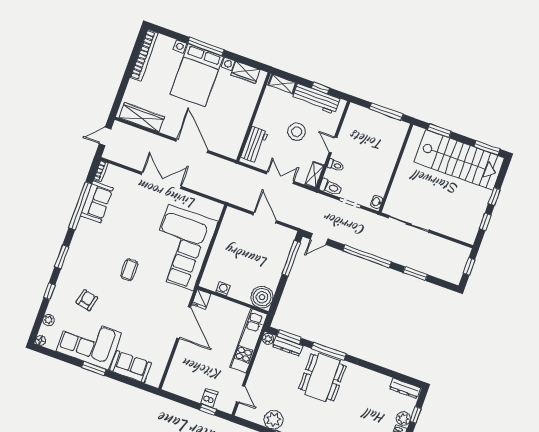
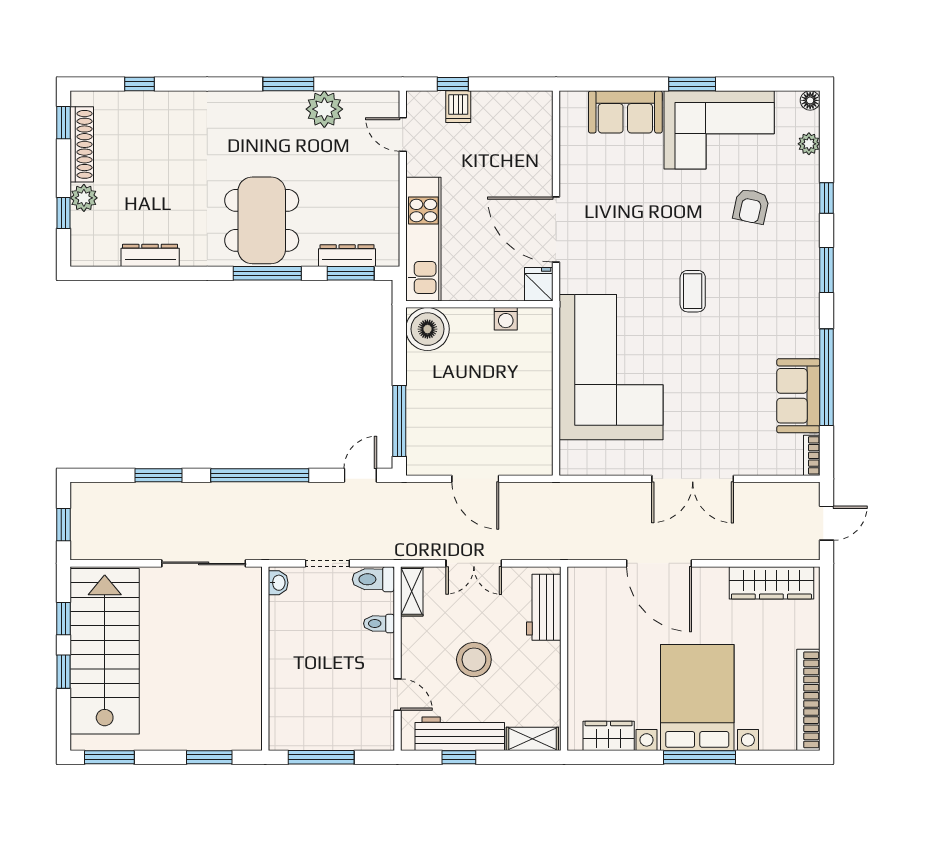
door: (333, 145) -> (397, 695), moved
stairs: (459, 160) -> (105, 651), moved, turned 90
plant: (268, 339) -> (389, 256), removed
dresser: (405, 388) -> (150, 255), moved

